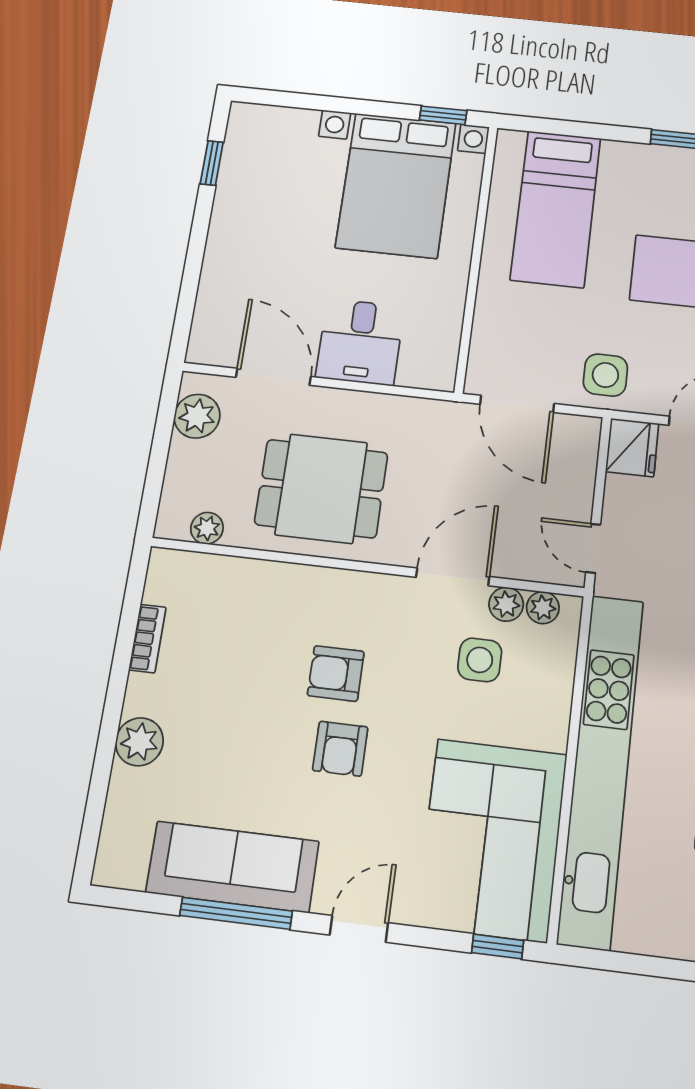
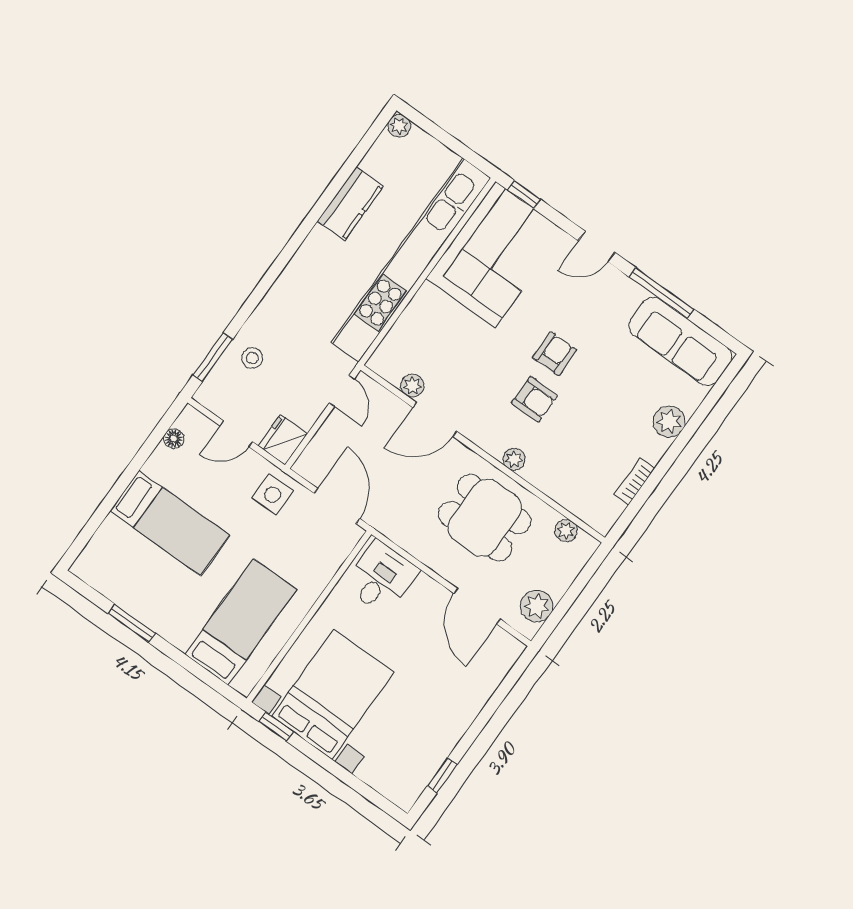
desk: (360, 342) -> (381, 578), moved
plant: (543, 608) -> (514, 459), moved
side table: (480, 660) -> (446, 361), removed
sofa: (233, 867) -> (680, 341), moved

